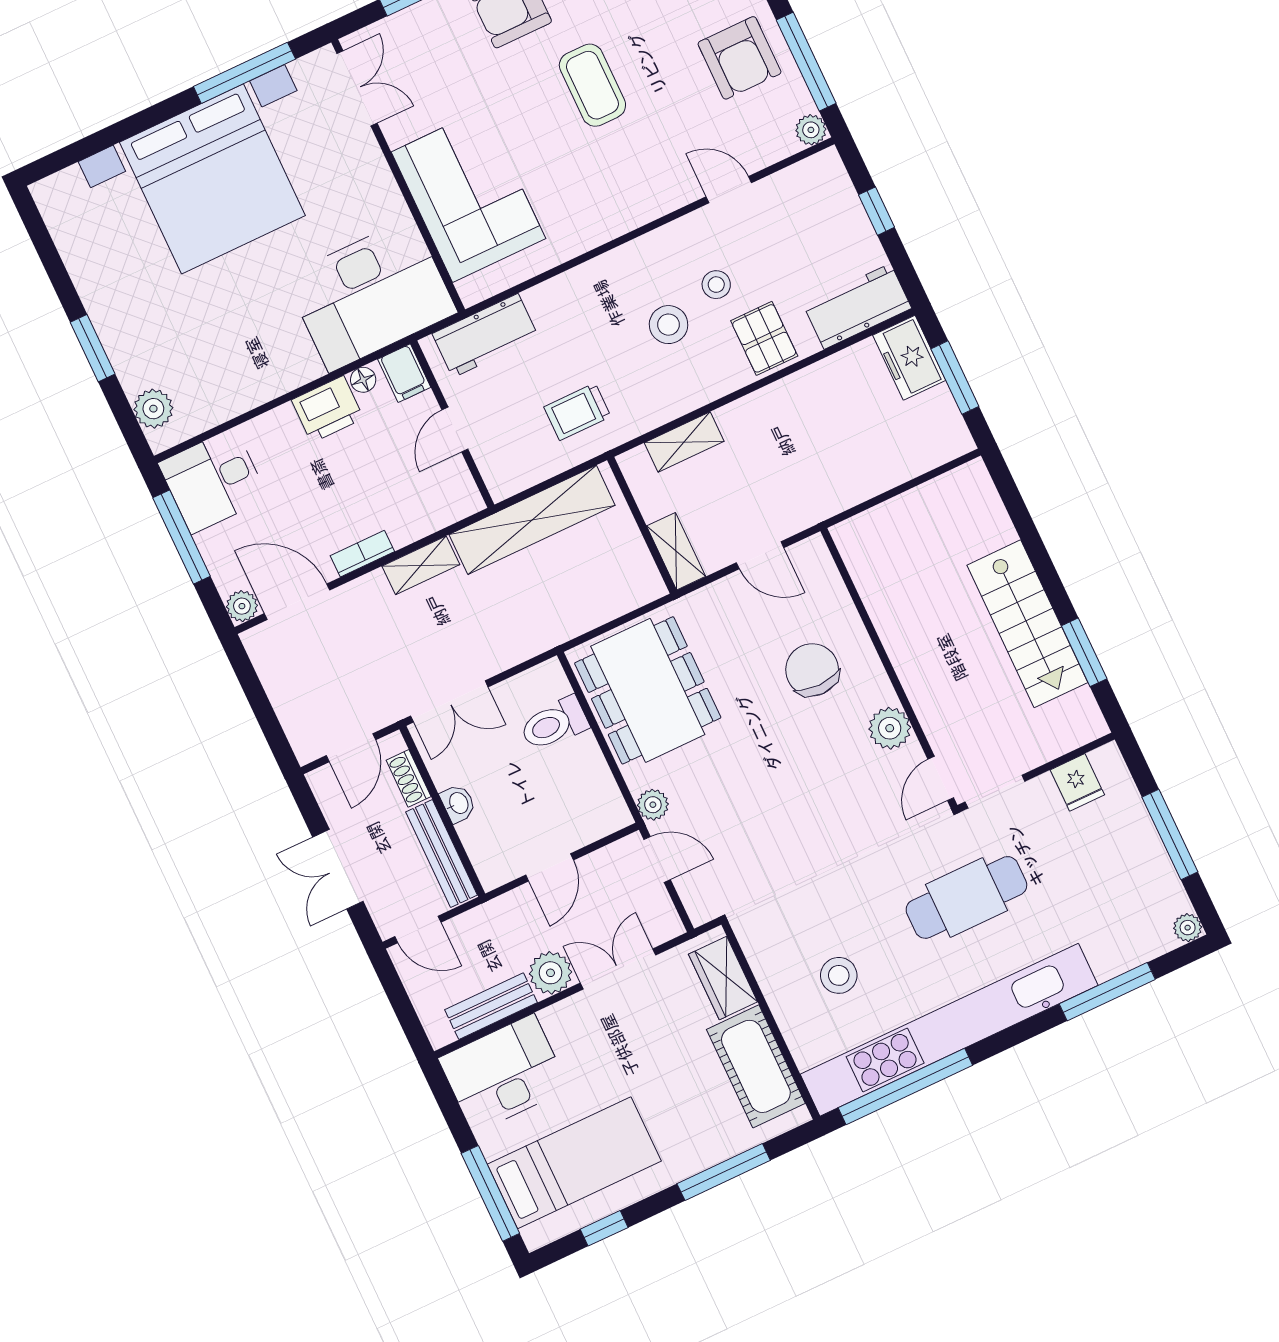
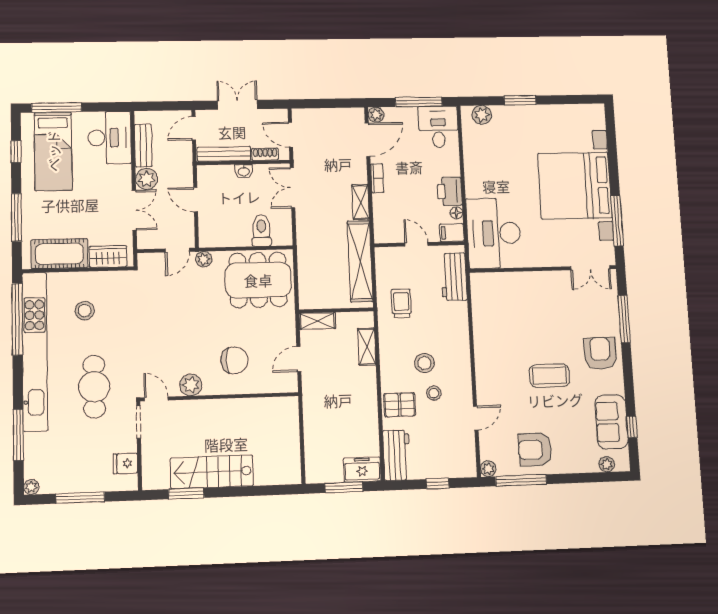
corner sofa: (468, 195) -> (521, 297), removed

